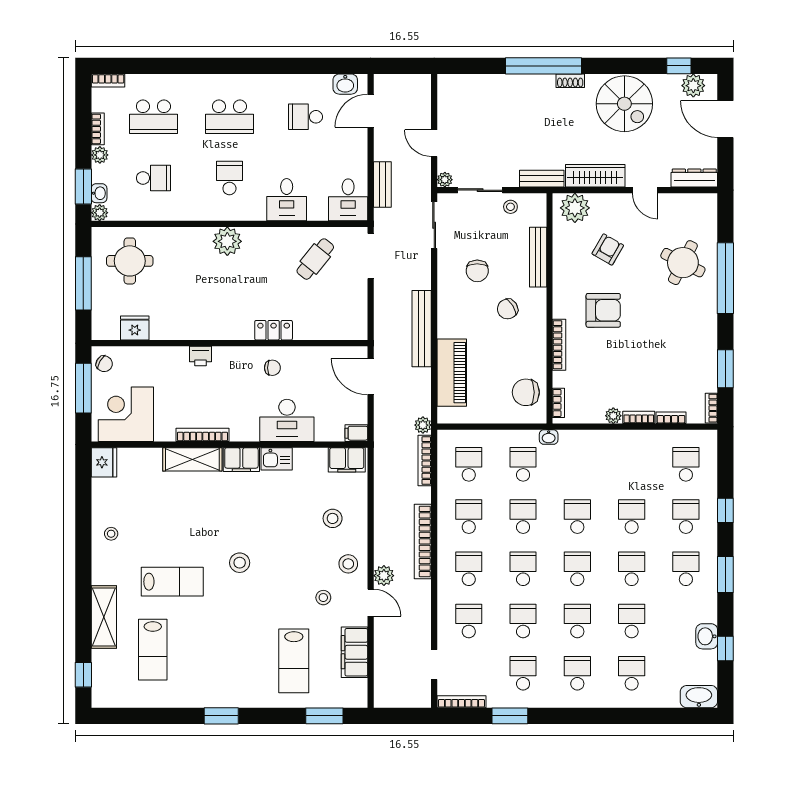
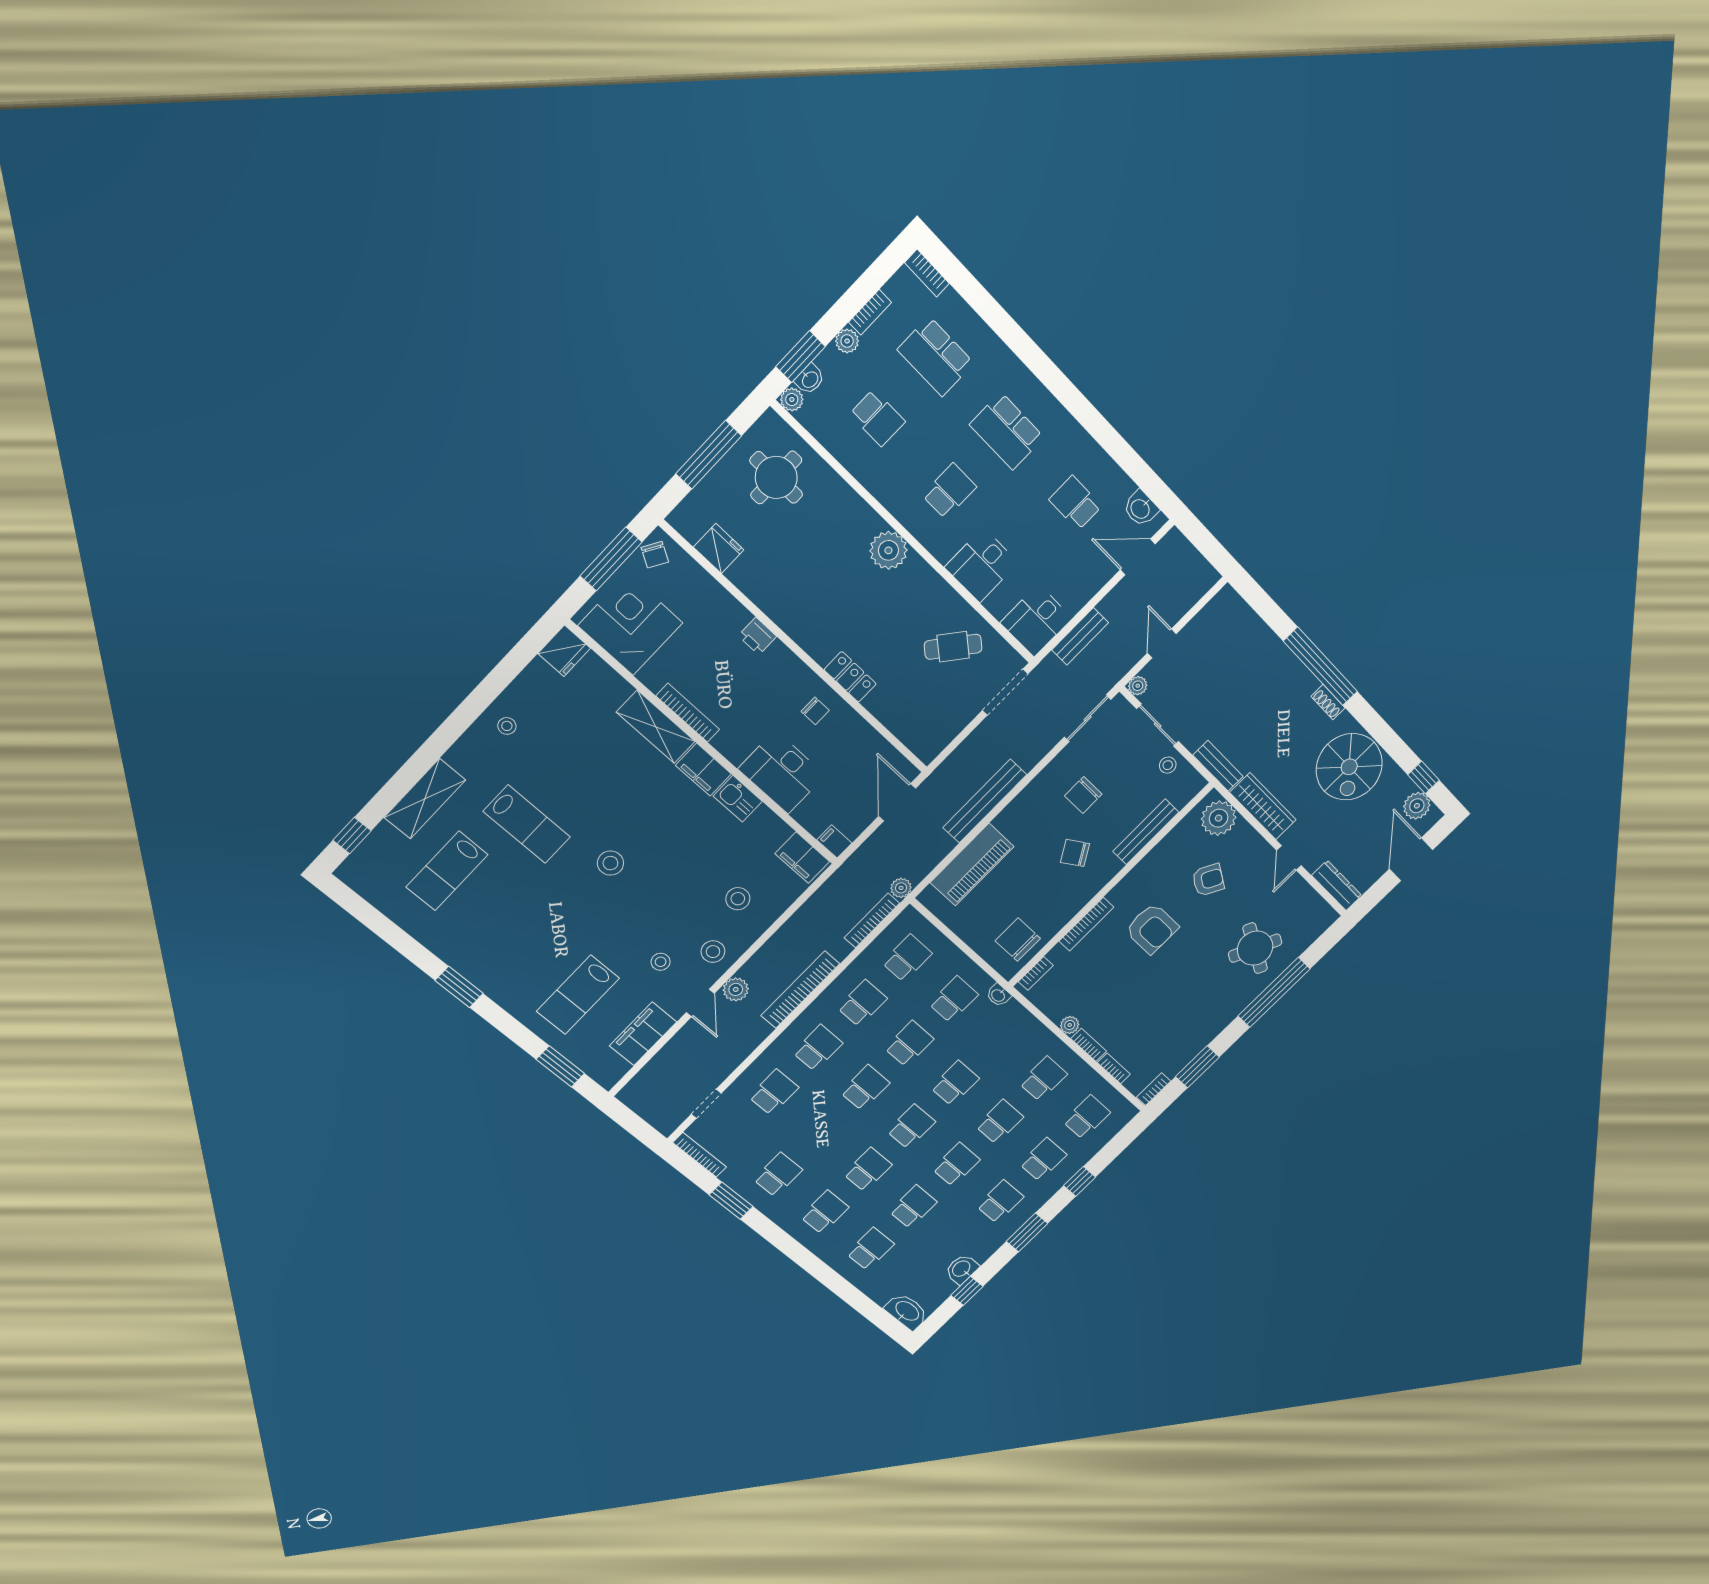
school desk: (523, 621) -> (1043, 1079), moved

